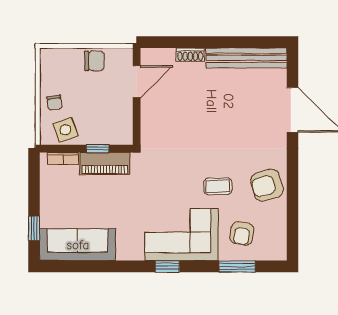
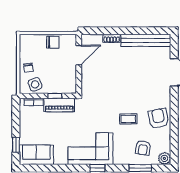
armchair: (267, 185) -> (158, 118), turned 95
corner sofa: (181, 235) -> (91, 149), moved
sofa: (78, 245) -> (36, 155), width x0.73
plant: (277, 251) -> (164, 158), added

